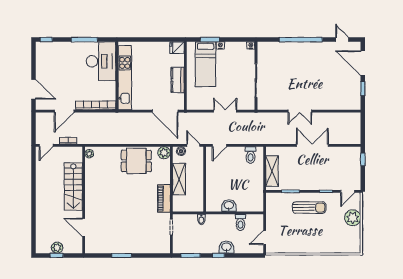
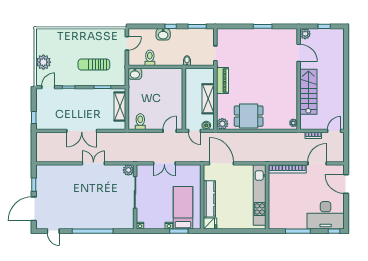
desk: (101, 61) -> (326, 215), moved, turned -90
door: (363, 63) -> (34, 209), swing flipped
kitchen counter: (178, 80) -> (209, 199), width x1.50
plant: (263, 104) -> (128, 170), added
washbasin: (229, 206) -> (135, 74), moved
sun lounger: (309, 208) -> (94, 65), moved
plant: (57, 248) -> (305, 34), moved

